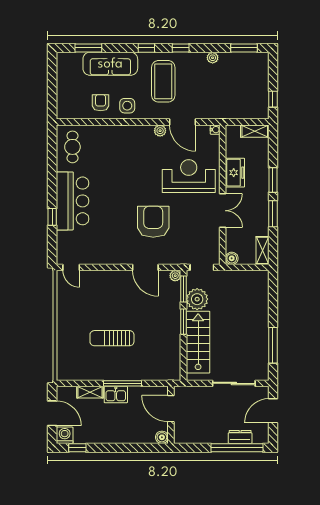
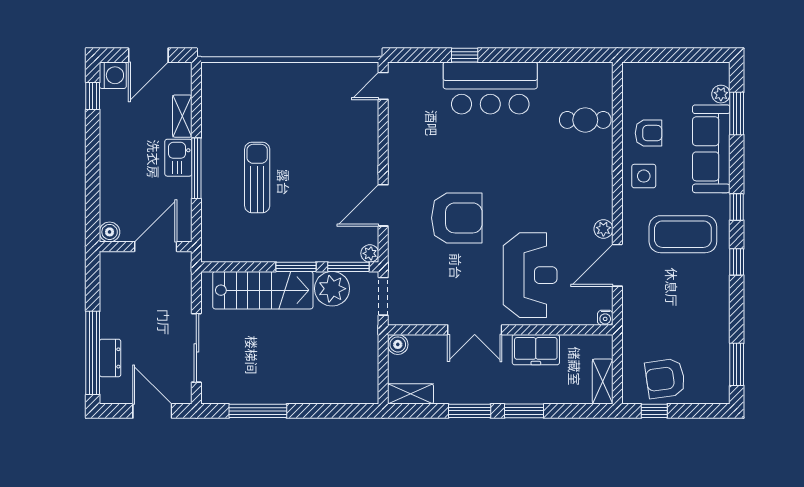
plant: (213, 58) -> (721, 94), moved
armchair: (253, 92) -> (665, 378), added
cafe table: (72, 147) -> (585, 120), moved
sun lounger: (112, 338) -> (257, 177), moved

